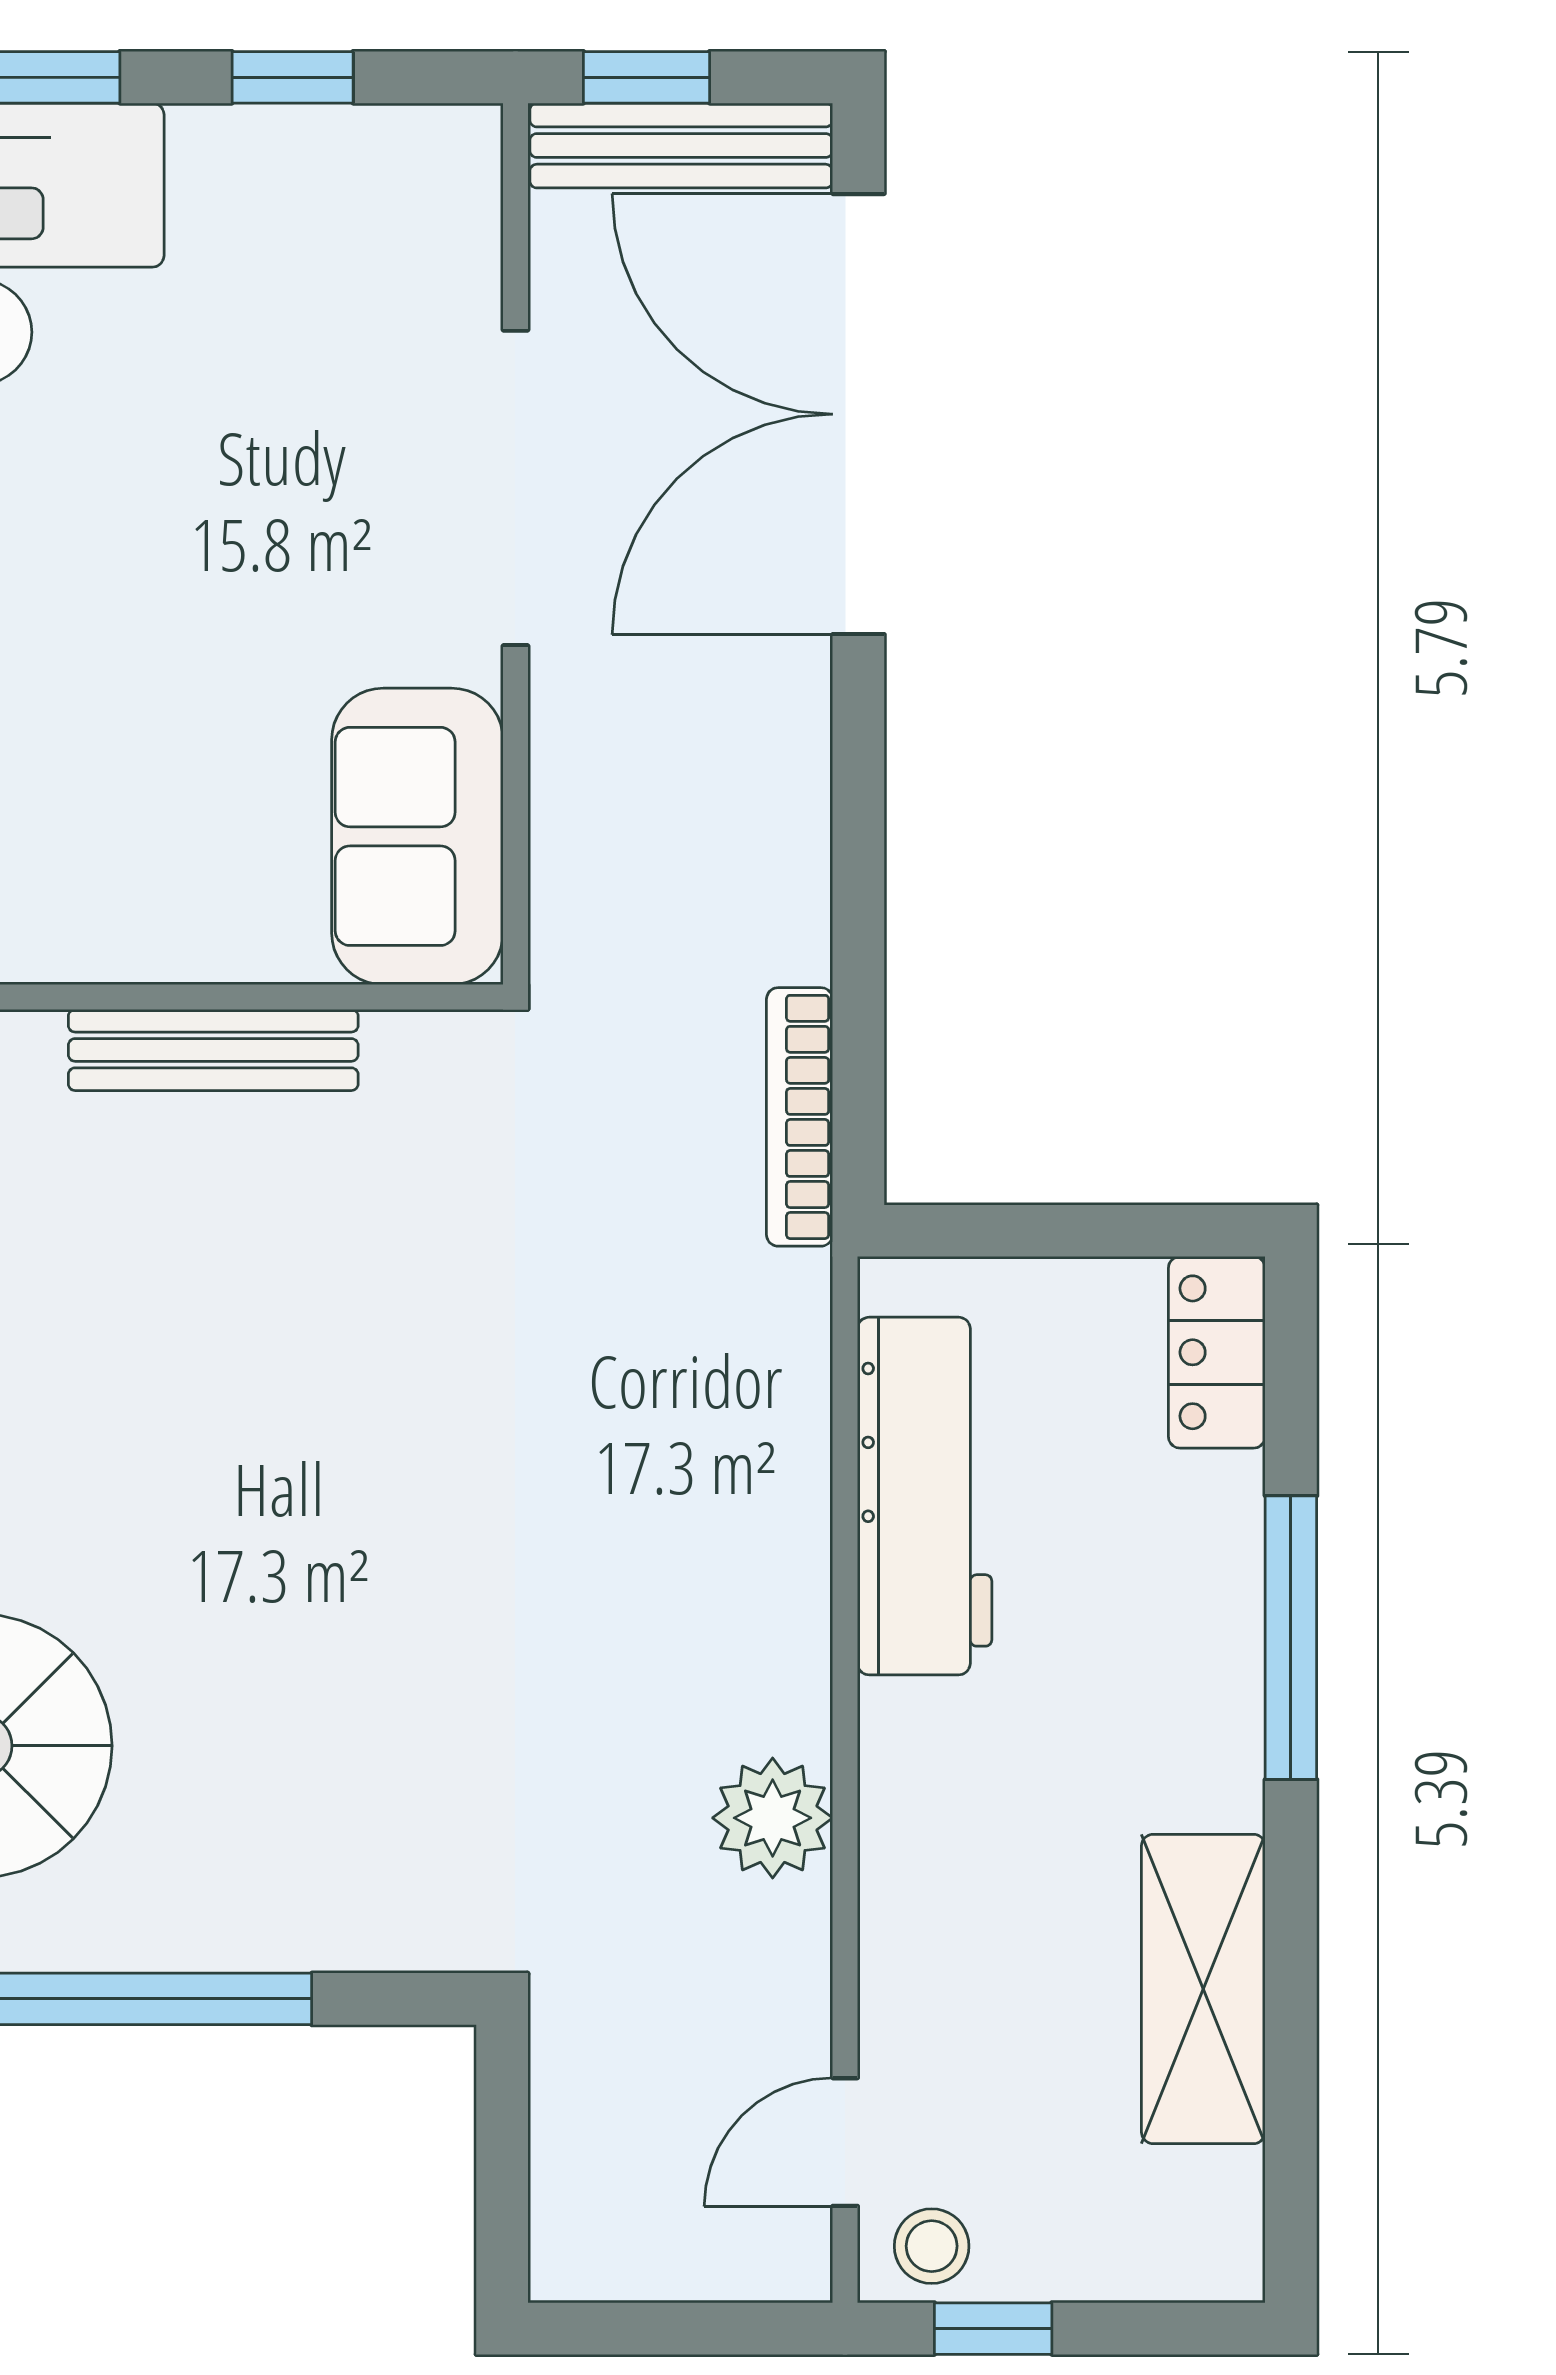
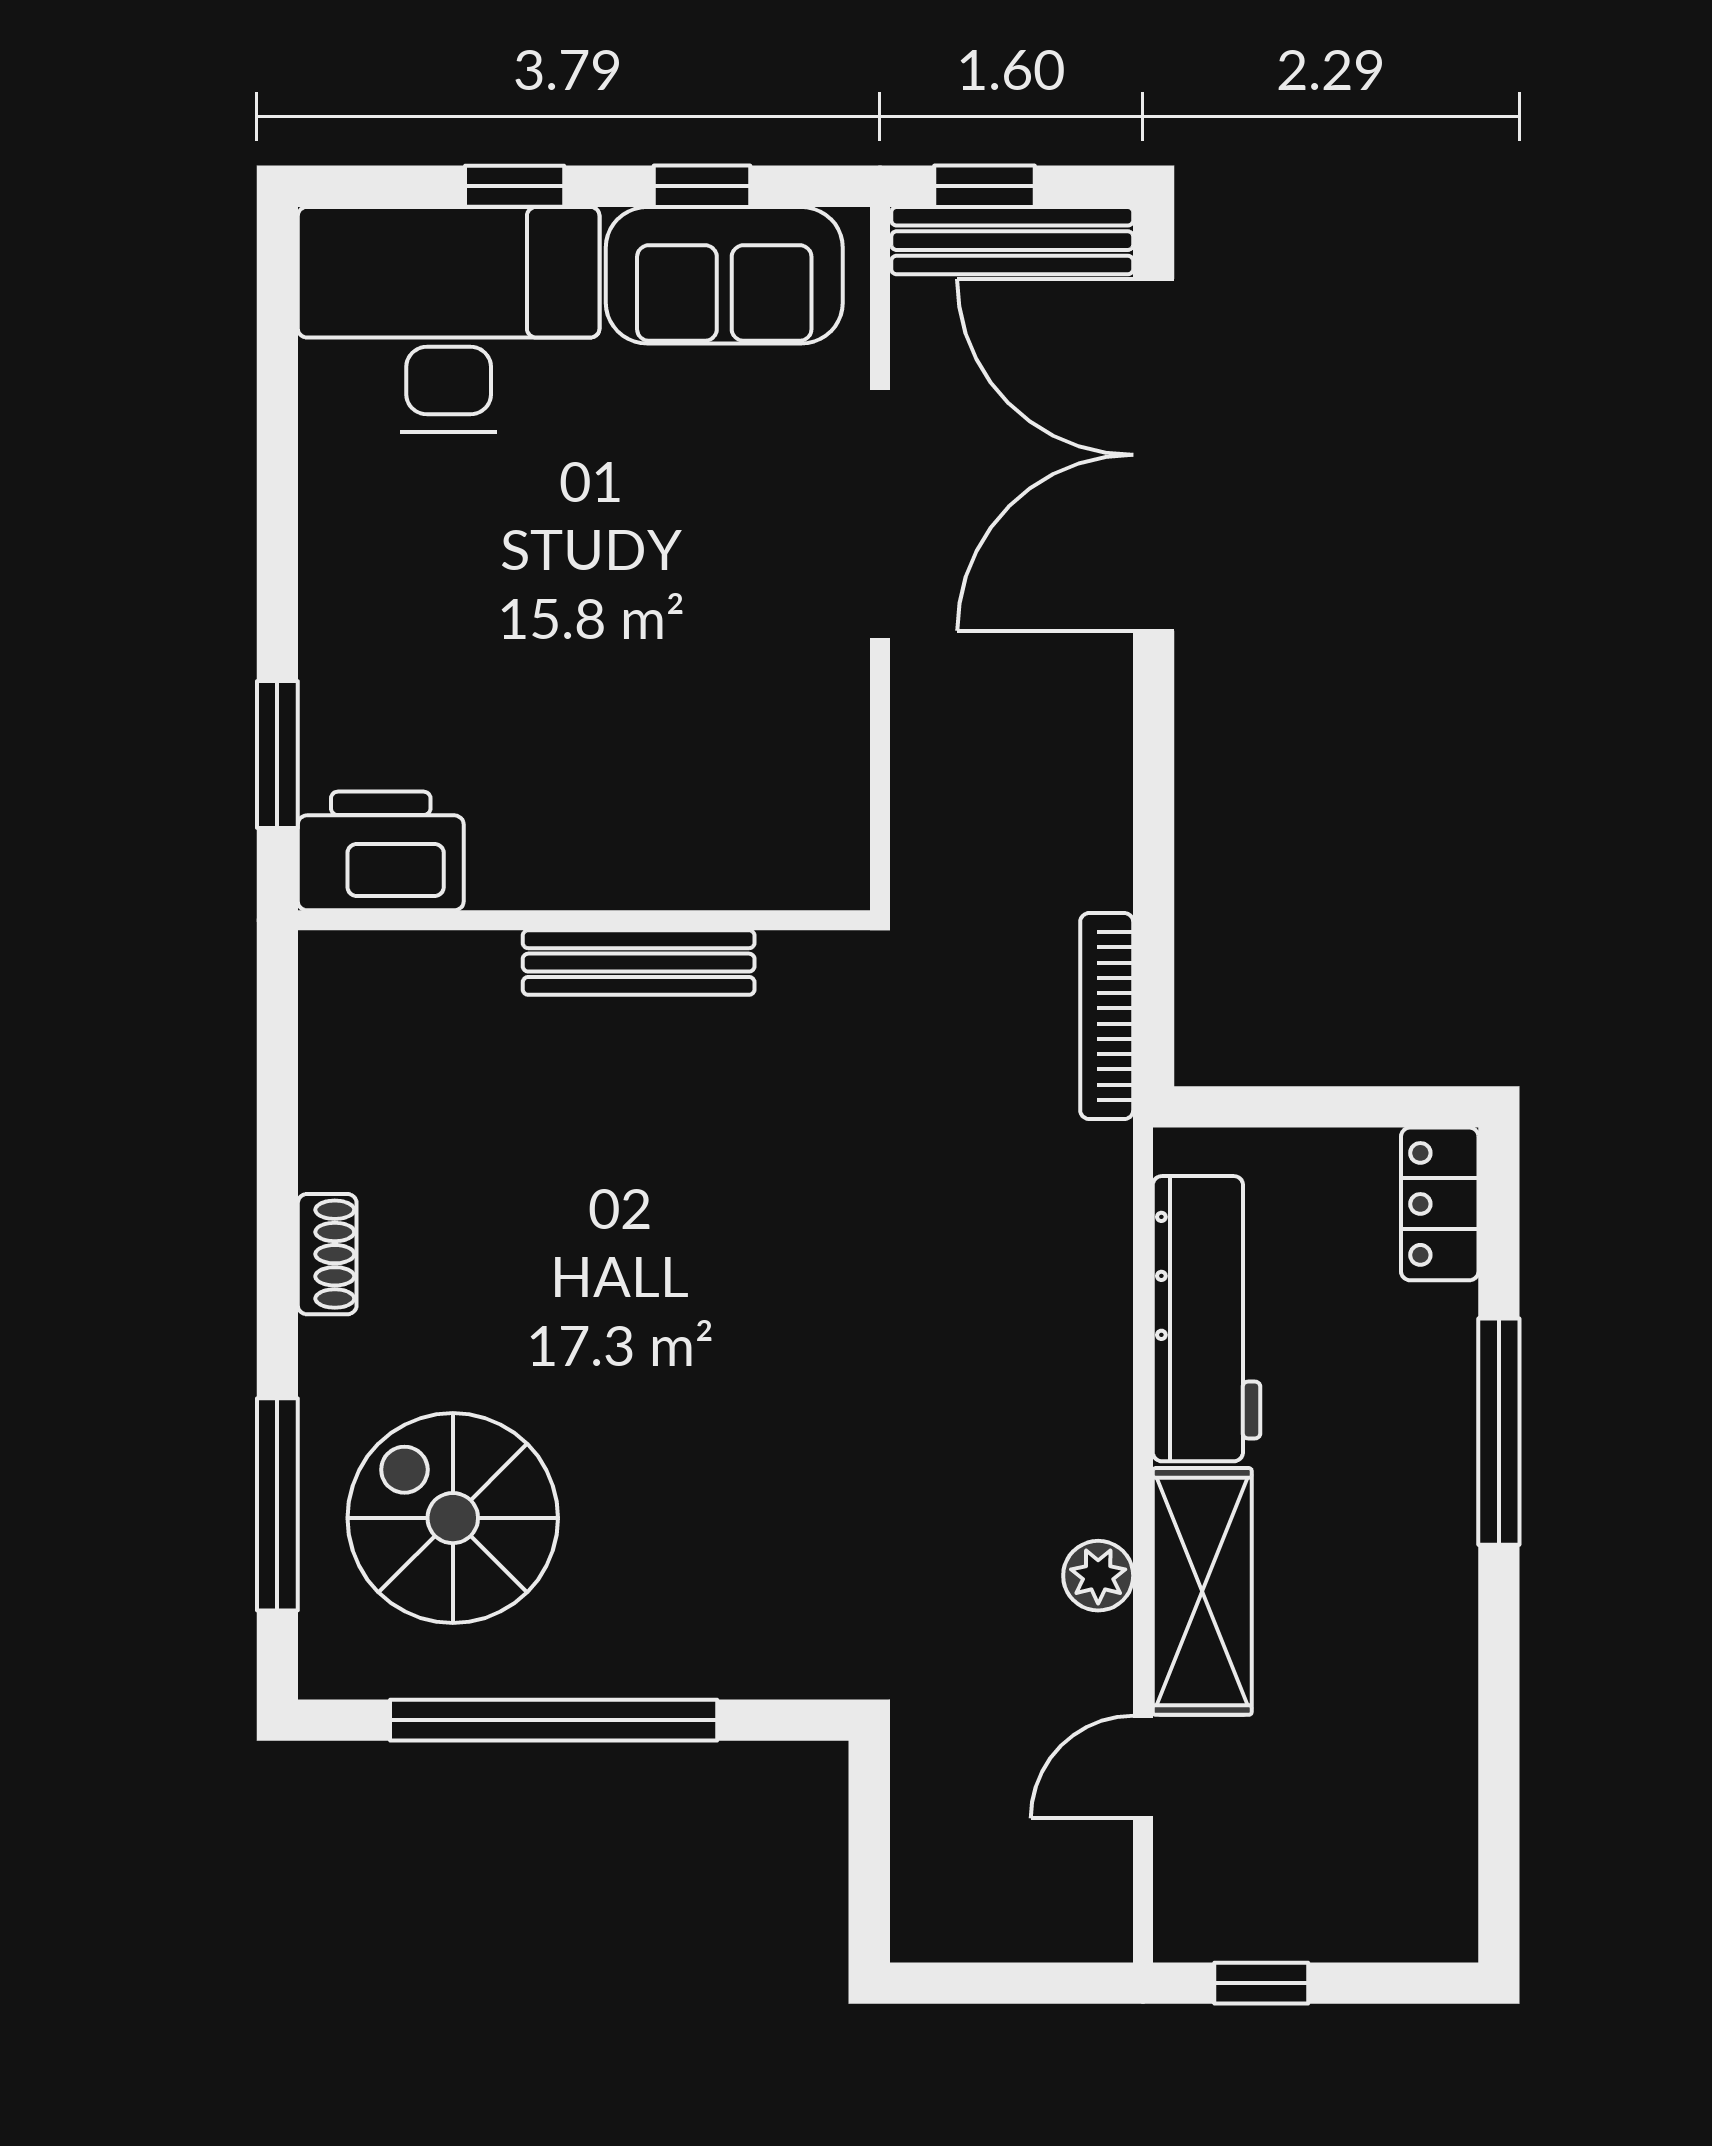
sofa: (417, 836) -> (724, 275), moved, turned -90
plant: (773, 1818) -> (1098, 1576), width x0.73, depth x0.73
shelving: (1203, 1989) -> (1202, 1591), moved
door: (845, 2142) -> (1143, 1767), moved
stool: (932, 2246) -> (1212, 1917), removed

